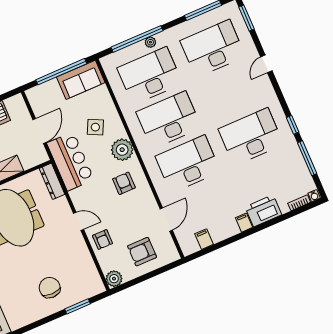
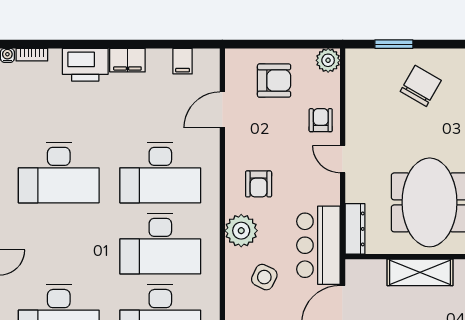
filing cabinet: (244, 223) -> (127, 60), width x2.00
chair: (50, 288) -> (421, 86), turned -150

